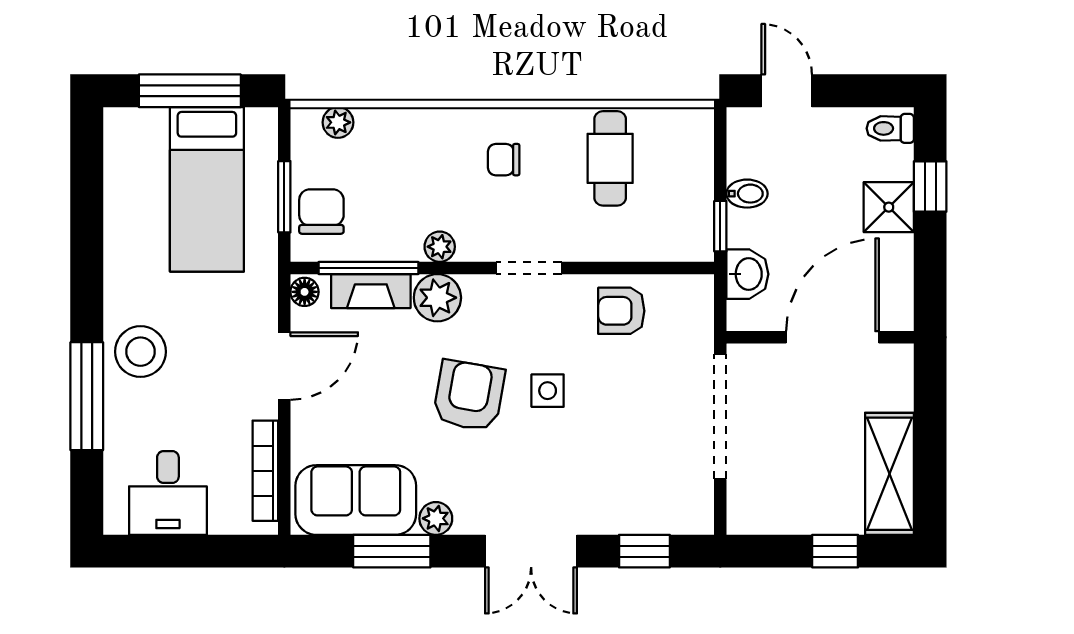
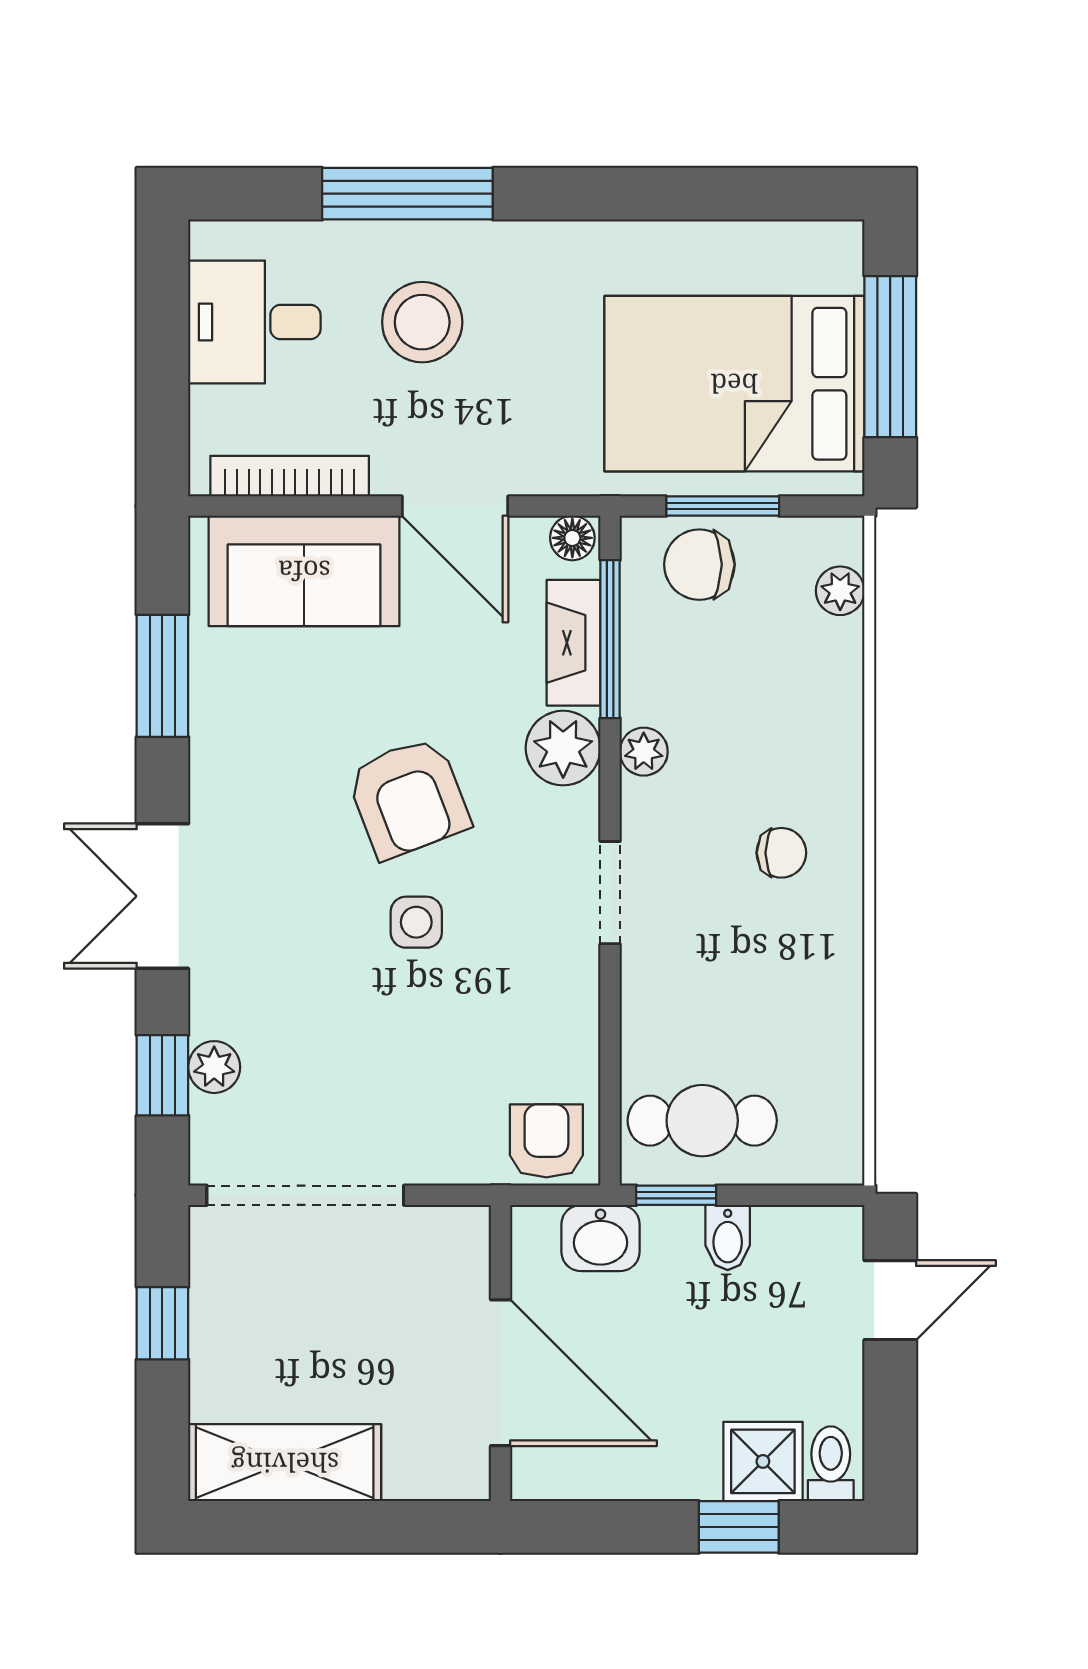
cafe table: (610, 158) -> (702, 1121), moved
chair: (504, 160) -> (781, 853), turned 90
bed: (207, 189) -> (734, 384), width x1.50
shower: (889, 207) -> (763, 1461), moved
chair: (321, 212) -> (699, 565), turned 180
armchair: (621, 311) -> (546, 1141), moved
stool: (141, 352) -> (422, 322), moved
armchair: (469, 396) -> (408, 798), turned 59
doorway: (720, 417) -> (305, 1195), moved
sofa: (356, 500) -> (304, 571), moved, turned 90
plant: (436, 518) -> (214, 1067), moved
window: (835, 551) -> (162, 1323), moved

